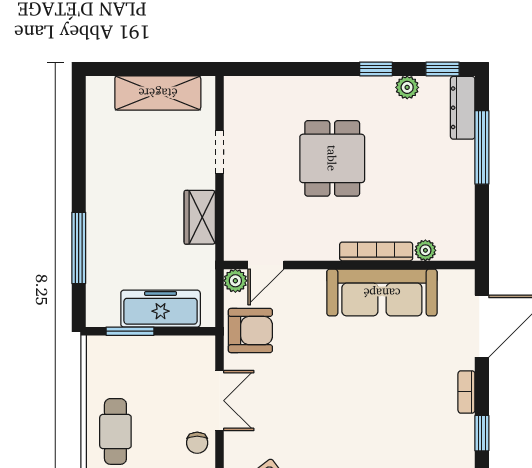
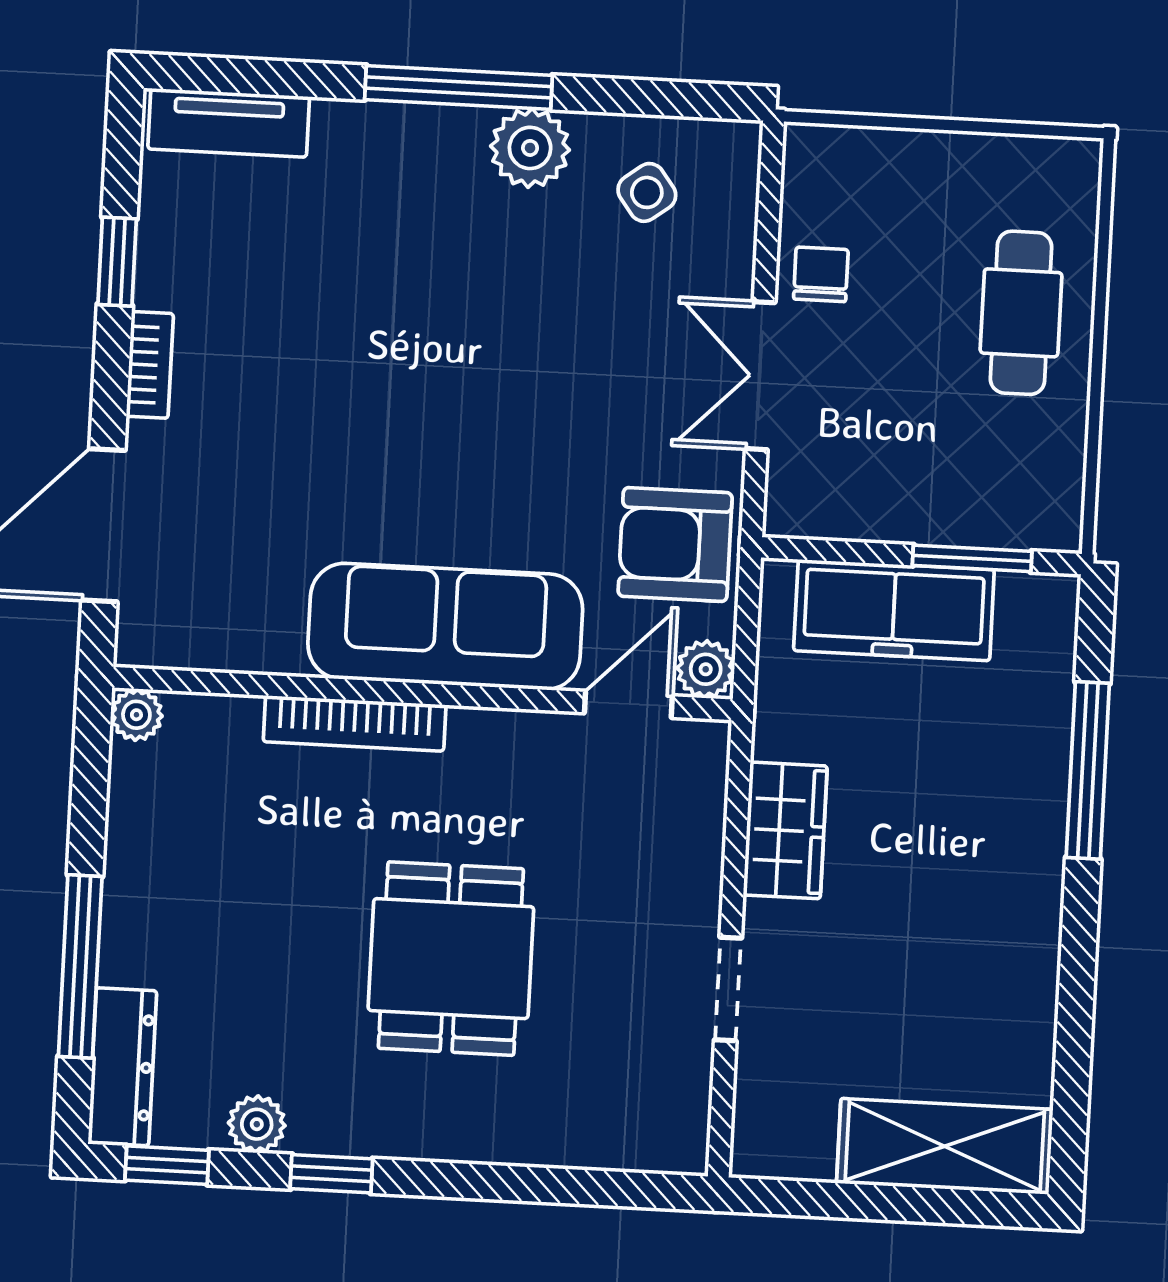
shelving: (158, 93) -> (945, 1146), moved
plant: (425, 250) -> (136, 715), moved
sofa: (382, 293) -> (445, 626), moved

